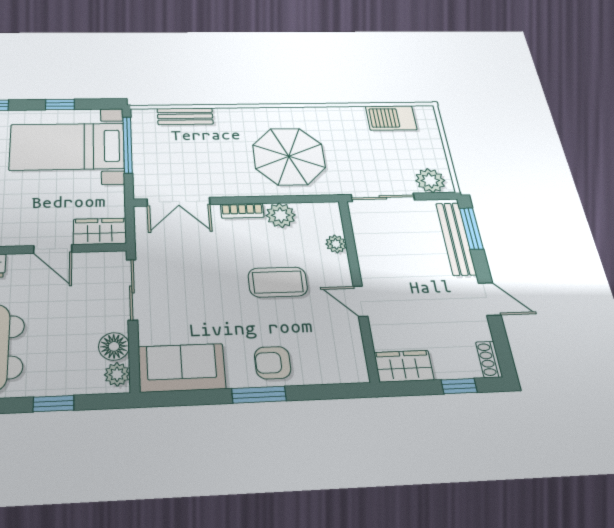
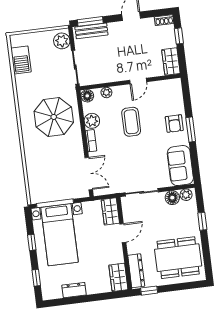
bench: (185, 116) -> (32, 174), removed
floor lamp: (329, 212) -> (87, 96), added
bench: (456, 239) -> (91, 31), width x0.73

